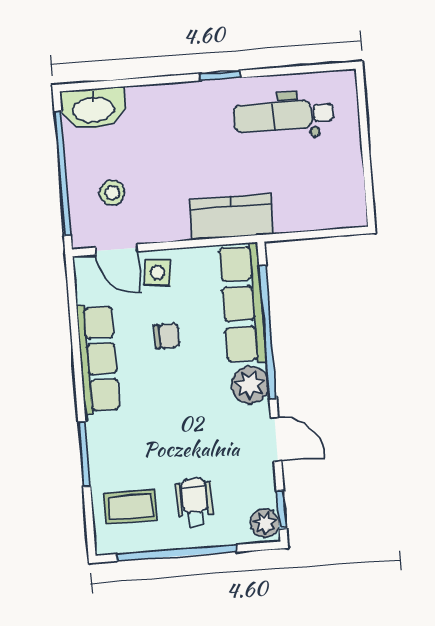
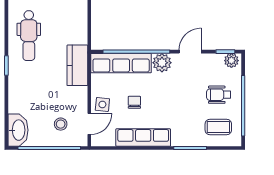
coffee table: (130, 507) -> (218, 127), turned 90

